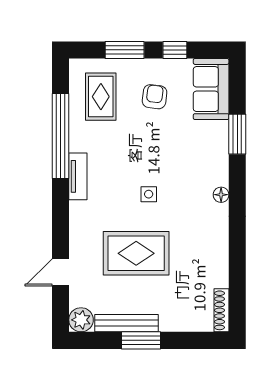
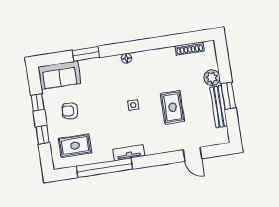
window: (125, 50) -> (43, 135), width x0.67
rug: (136, 253) -> (173, 107), width x0.73, depth x0.70
shoe rack: (221, 310) -> (189, 48), moved
plant: (81, 320) -> (212, 78), moved

